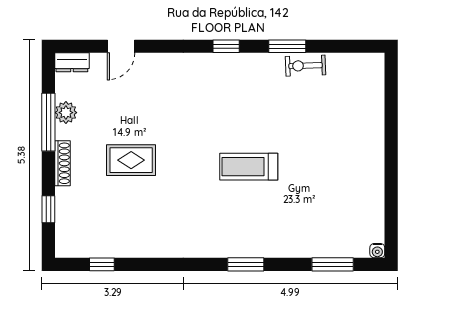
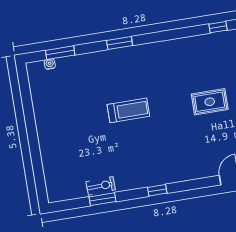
window: (287, 46) -> (103, 199), moved
water cooler: (377, 251) -> (50, 64), moved

